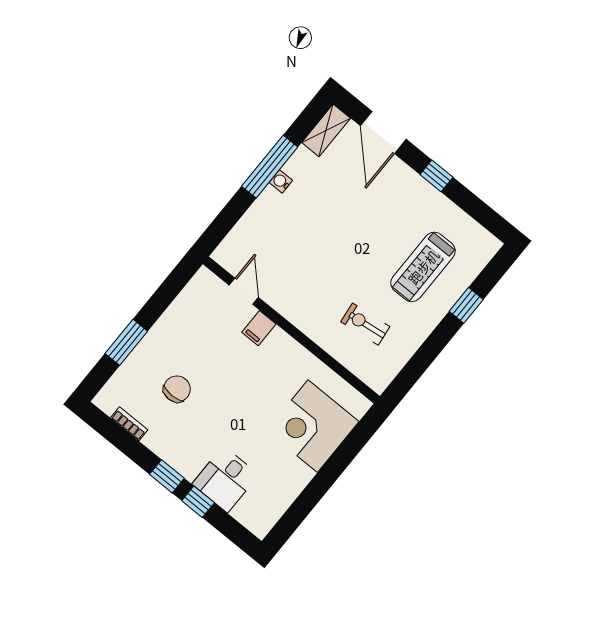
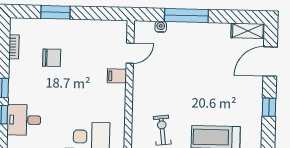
window: (270, 167) -> (186, 15), moved
water cooler: (281, 181) -> (161, 27), moved

